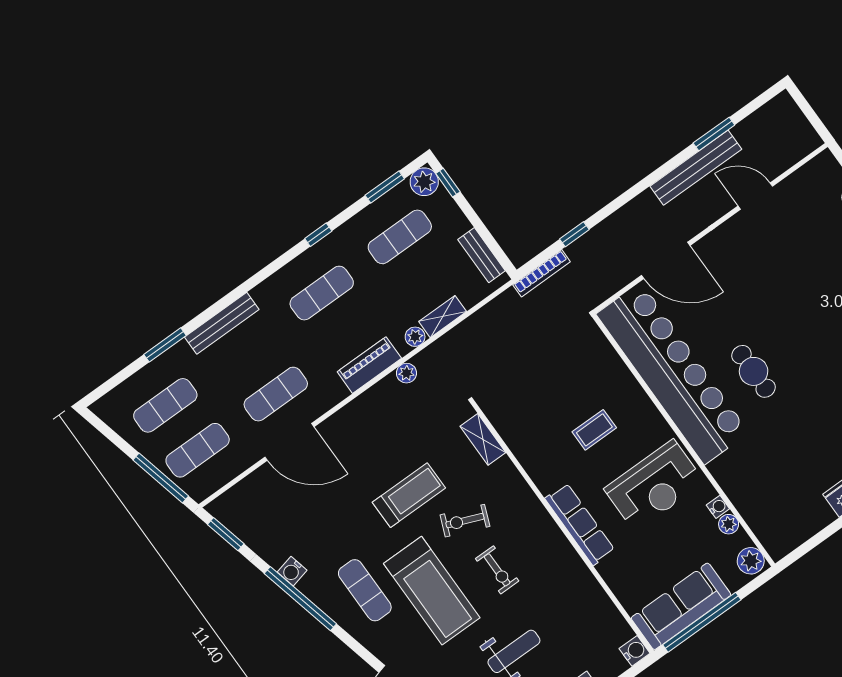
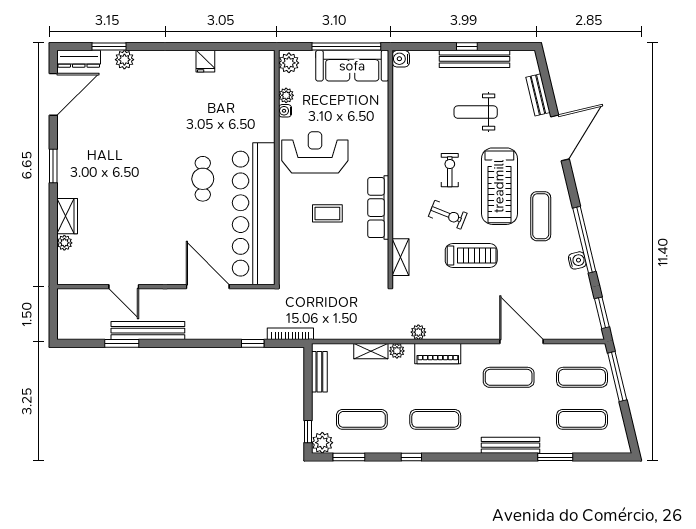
treadmill: (409, 495) -> (471, 256), turned 180
row of seats: (580, 524) -> (378, 208), moved
treadmill: (432, 591) -> (499, 186), turned 180

